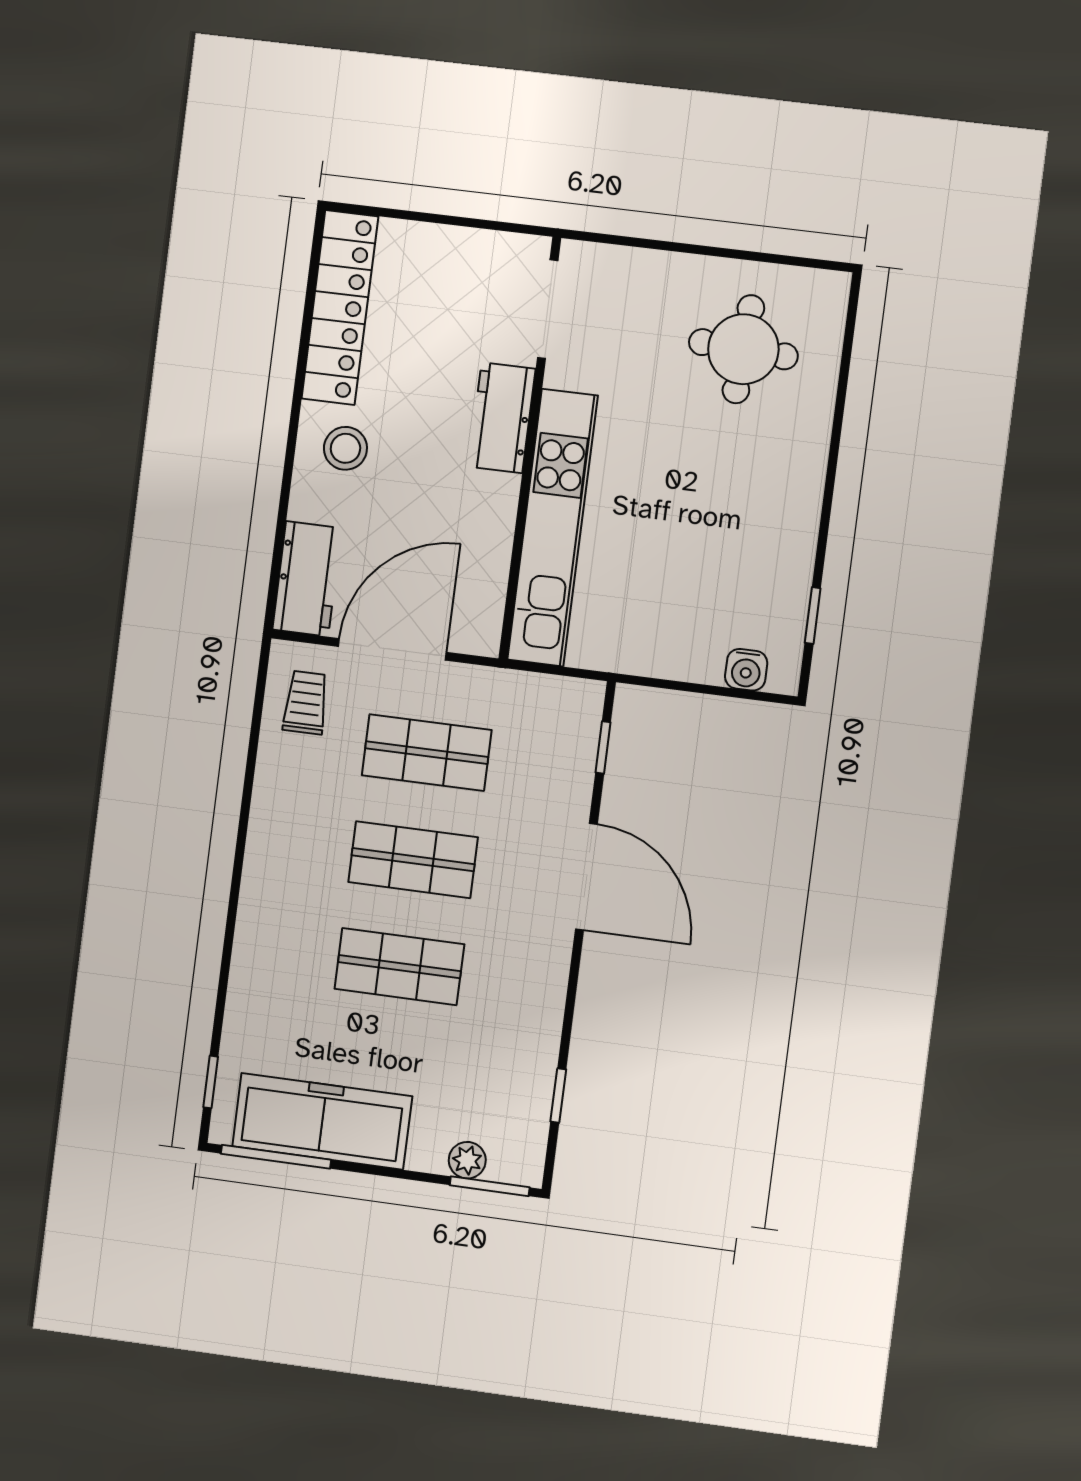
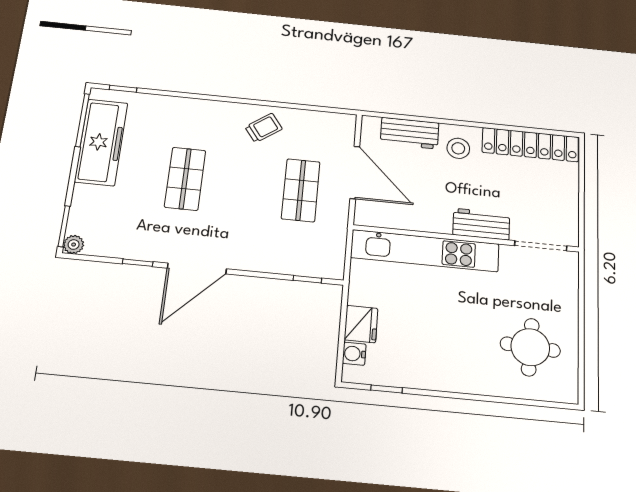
workbench: (307, 579) -> (410, 133), moved
fridge: (691, 654) -> (361, 324), added
trolley: (306, 703) -> (264, 128), moved, turned -36
shop shelf: (413, 860) -> (243, 184), removed
door: (586, 877) -> (197, 268), moved
window: (558, 1095) -> (138, 263), moved
plant: (467, 1160) -> (74, 245), moved

